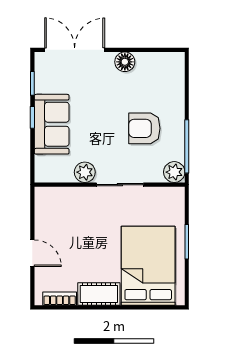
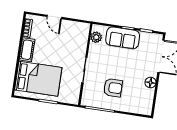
armchair: (144, 128) -> (113, 88), turned 90
plant: (85, 172) -> (96, 37), moved
plant: (174, 172) -> (87, 100), removed
door: (32, 253) -> (54, 17), hinge flipped

